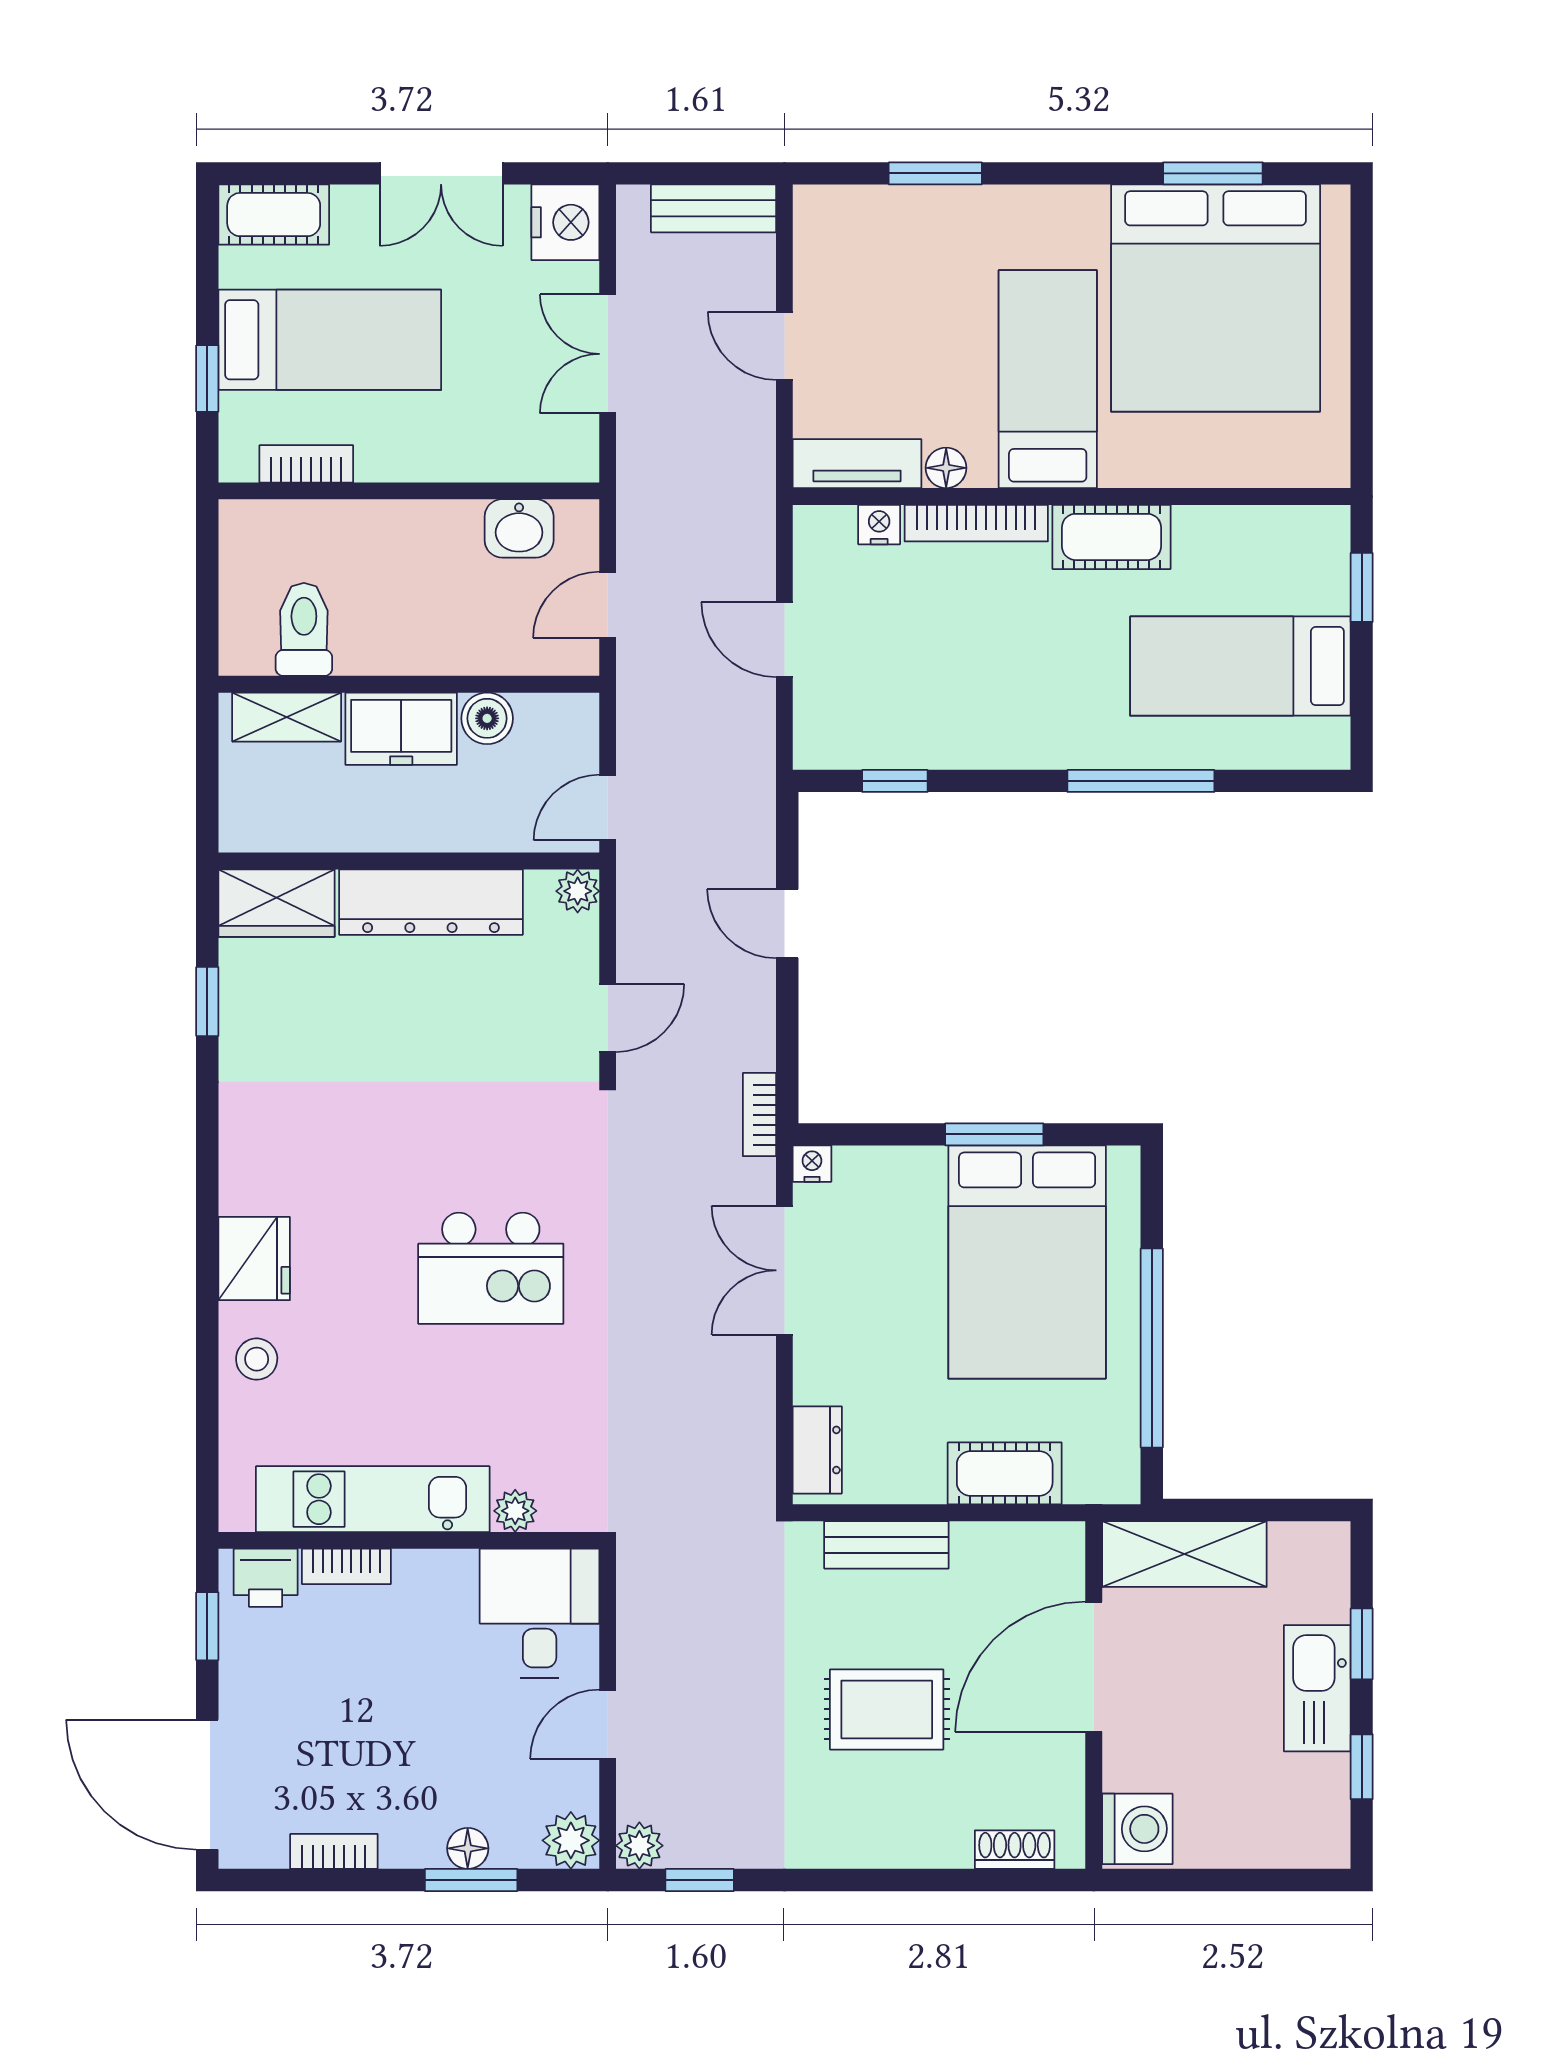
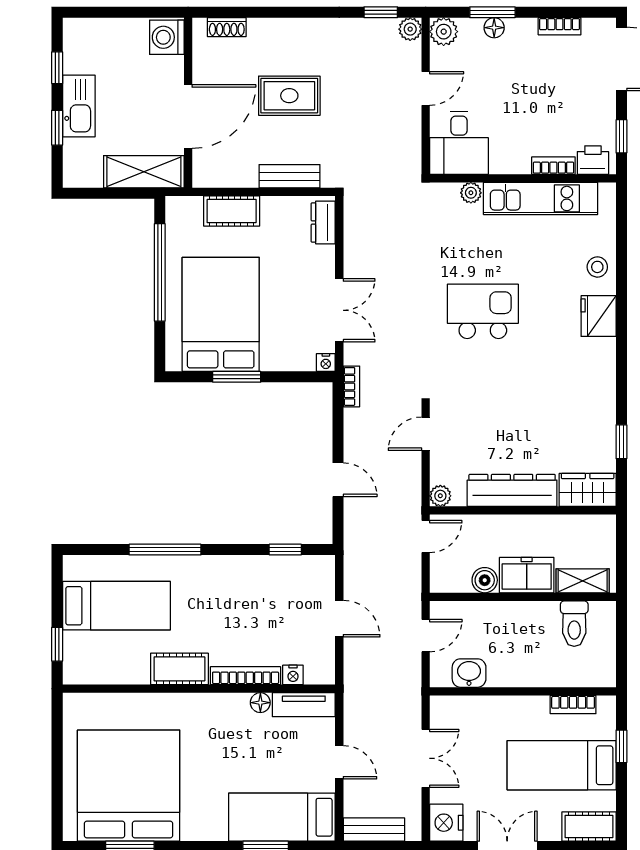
bed: (1048, 379) -> (282, 817), moved, turned 90

